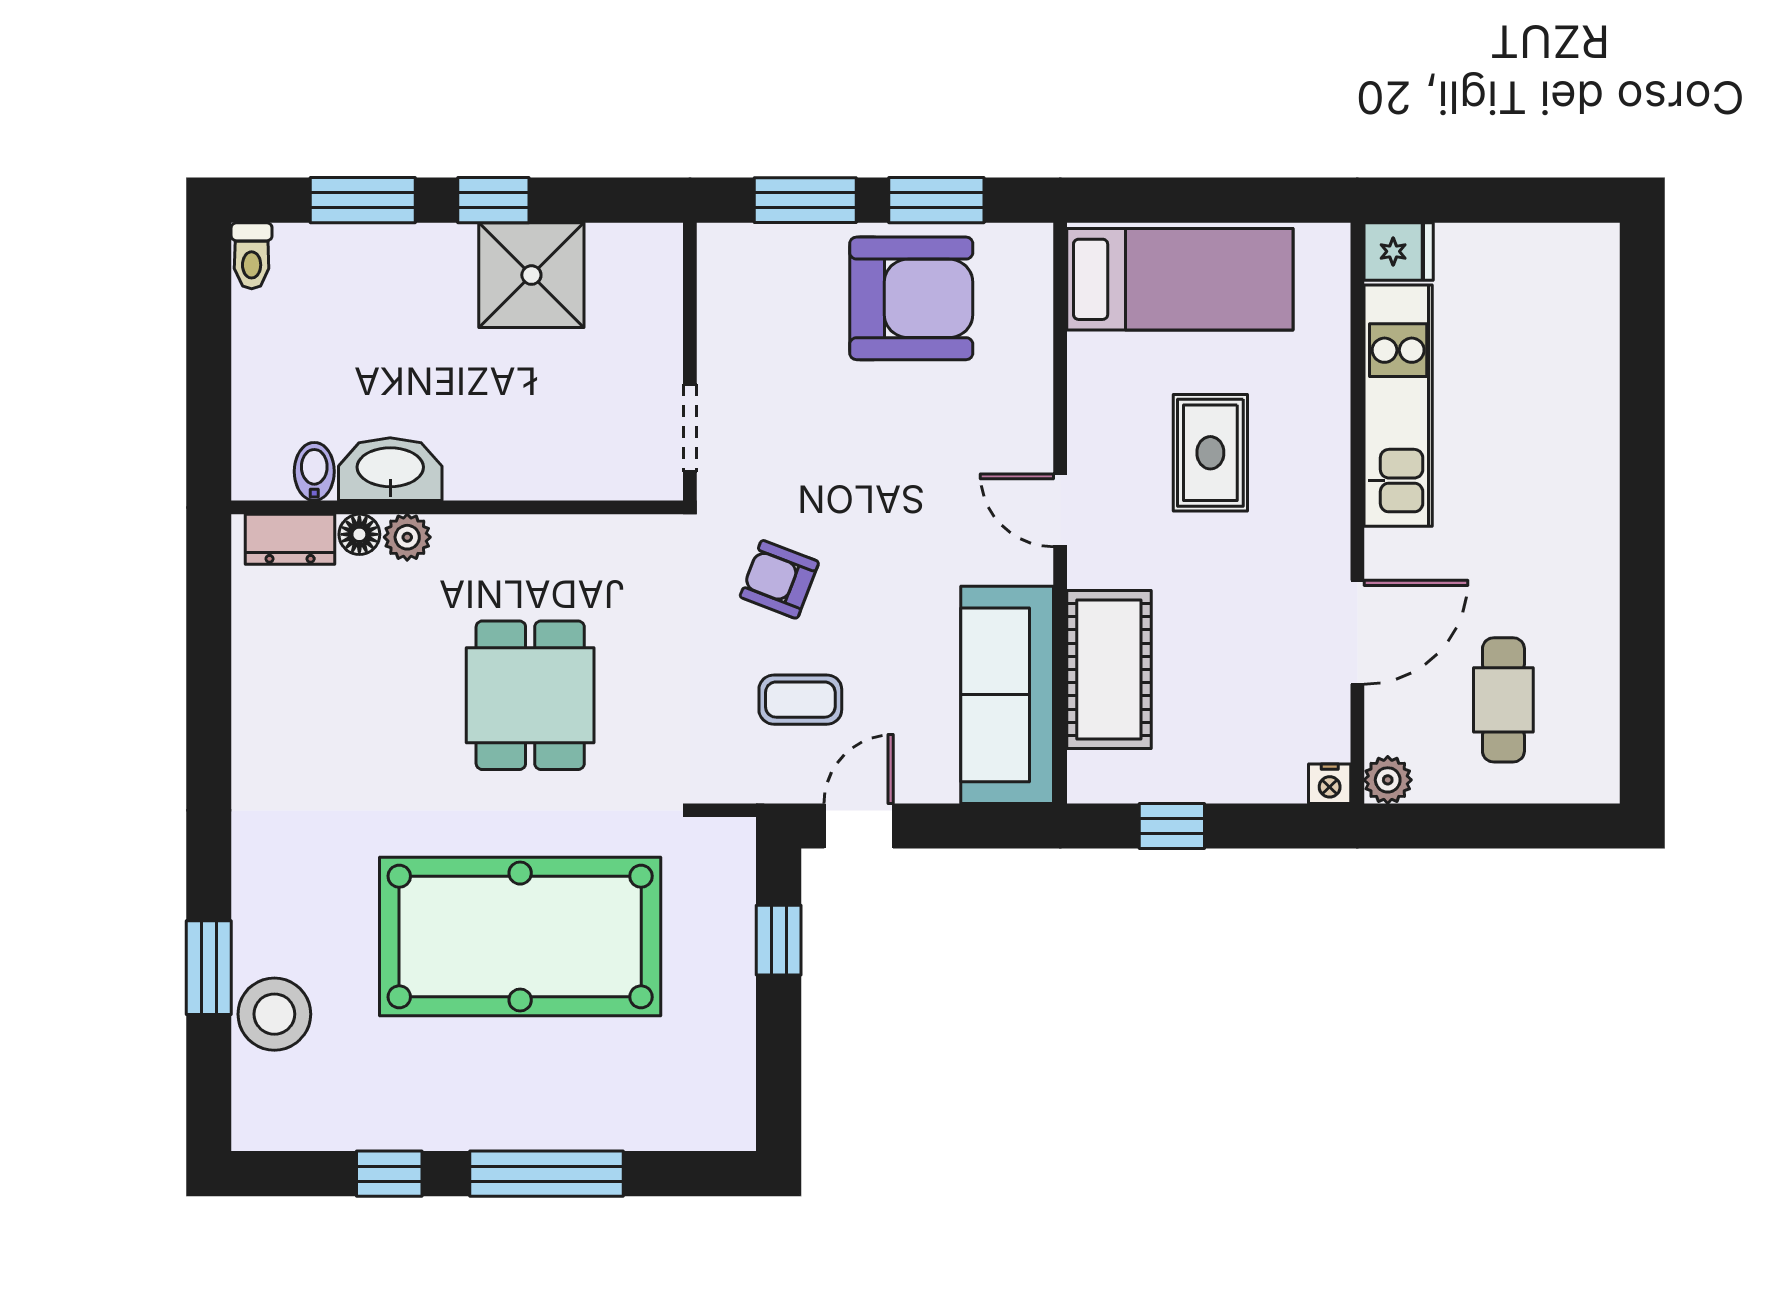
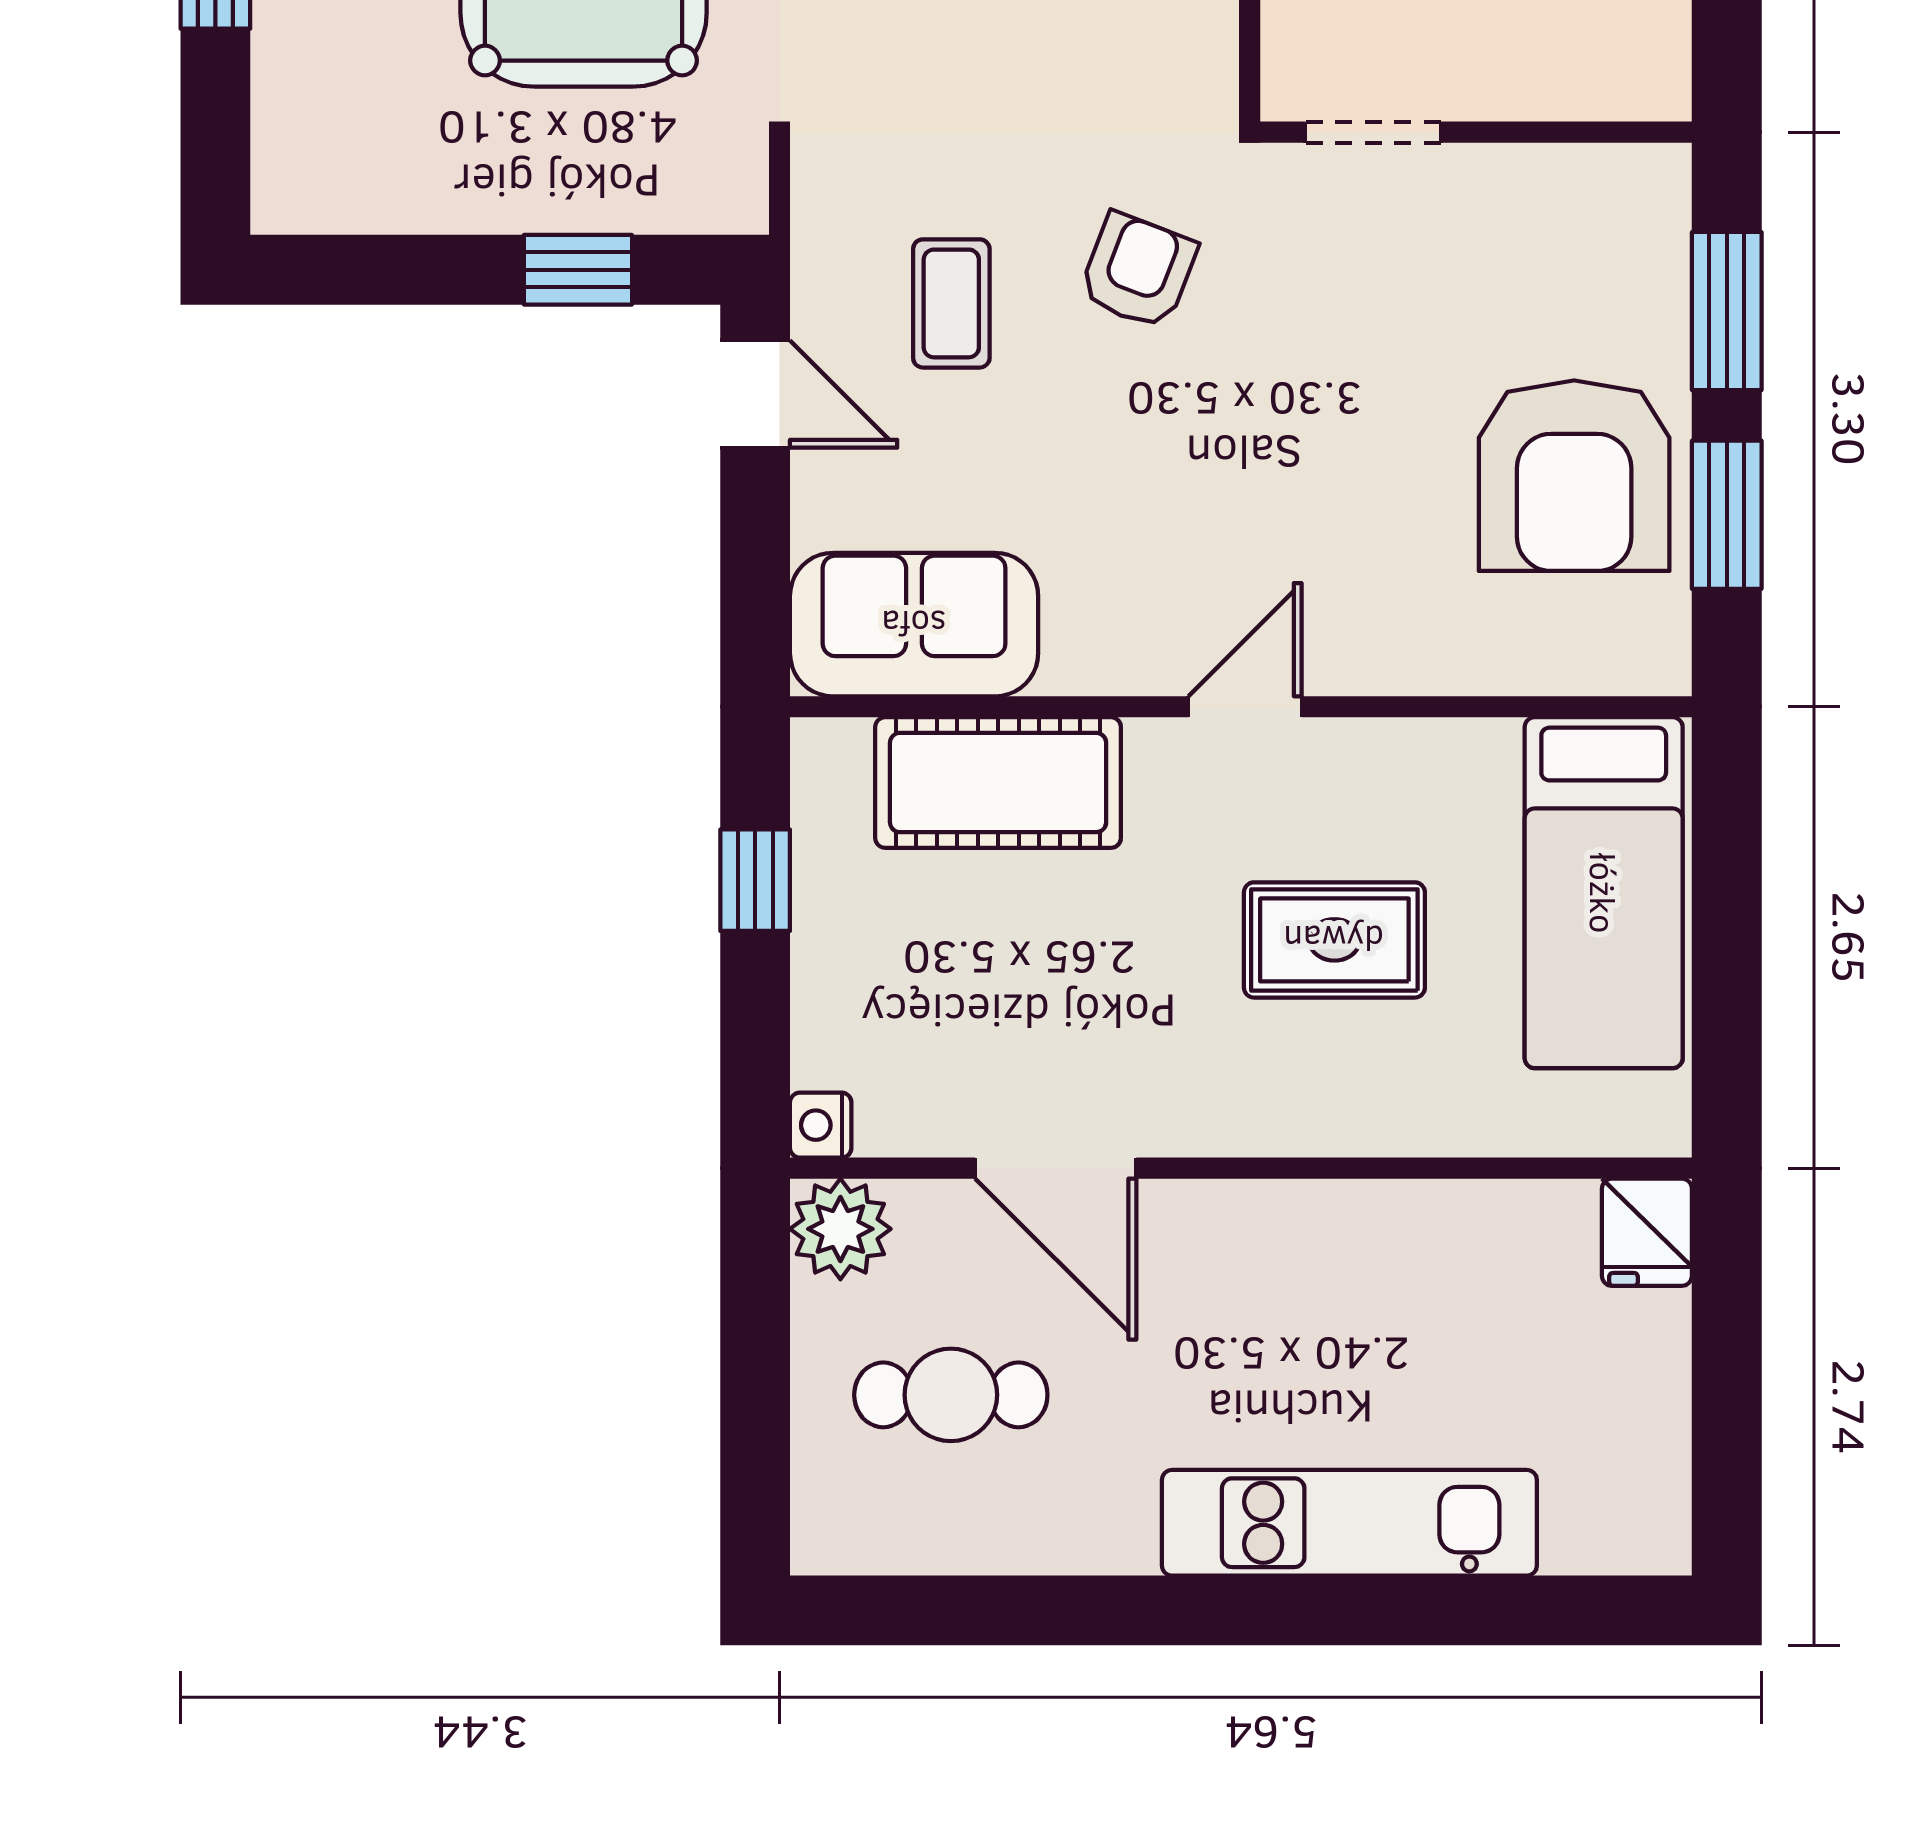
kitchen unit: (1398, 406) -> (1349, 1523), moved, turned 180
sofa: (1007, 695) -> (914, 625), width x0.73
plant: (1388, 780) -> (840, 1229), width x1.38, depth x1.38

